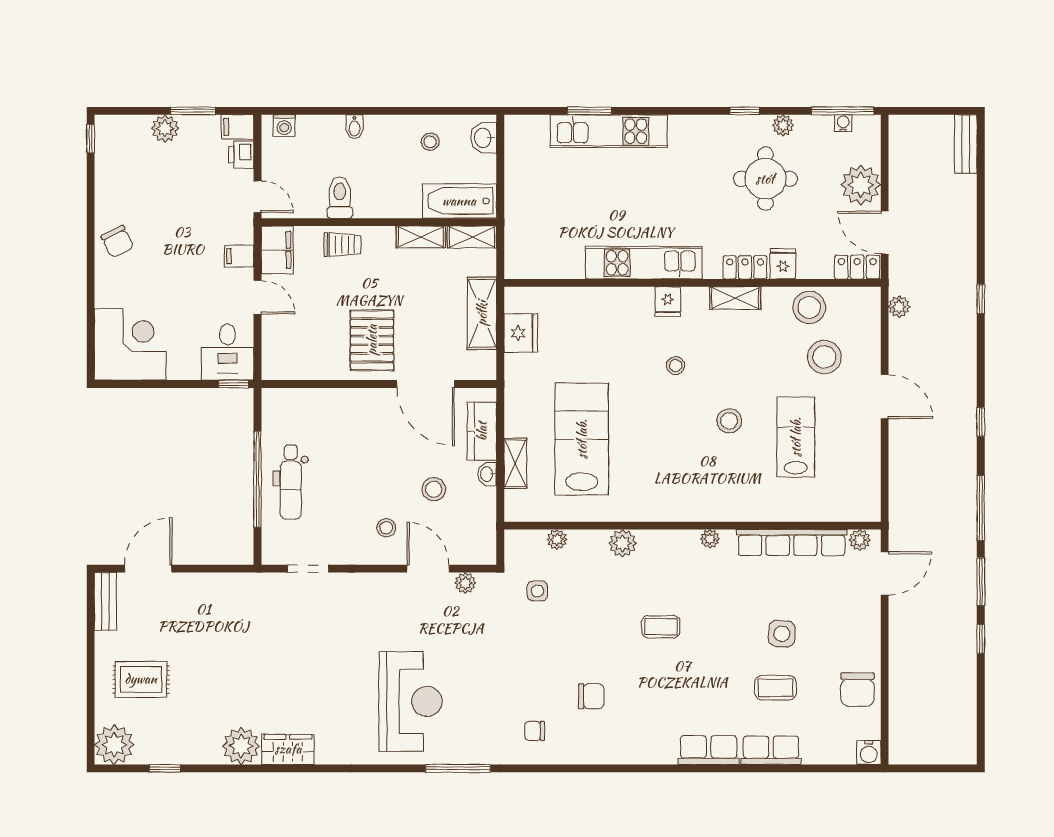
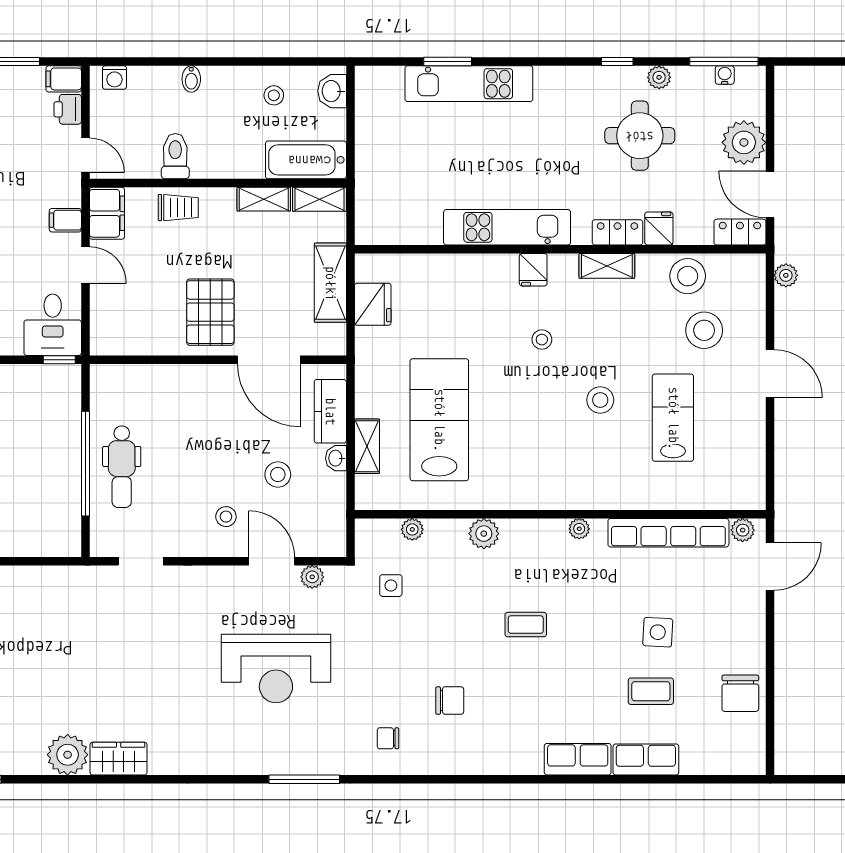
reception desk: (411, 701) -> (276, 669), moved, turned 90
water cooler: (869, 752) -> (753, 762), removed

